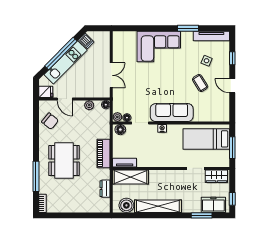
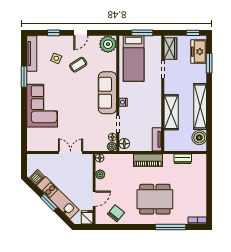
window: (61, 53) -> (49, 202), width x0.47
plant: (221, 113) -> (108, 44), added
shelving: (131, 177) -> (171, 112), moved

